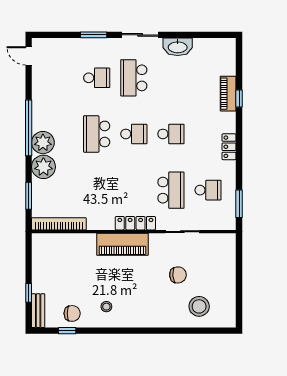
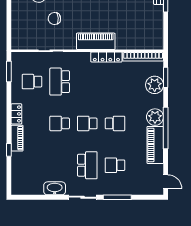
window: (94, 35) -> (117, 197), width x1.44
piano: (228, 94) -> (17, 138), moved
piano: (43, 105) -> (155, 145), added
school desk: (97, 134) -> (115, 123), width x0.54
plant: (43, 167) -> (155, 85), moved
locker: (135, 223) -> (106, 57), moved

